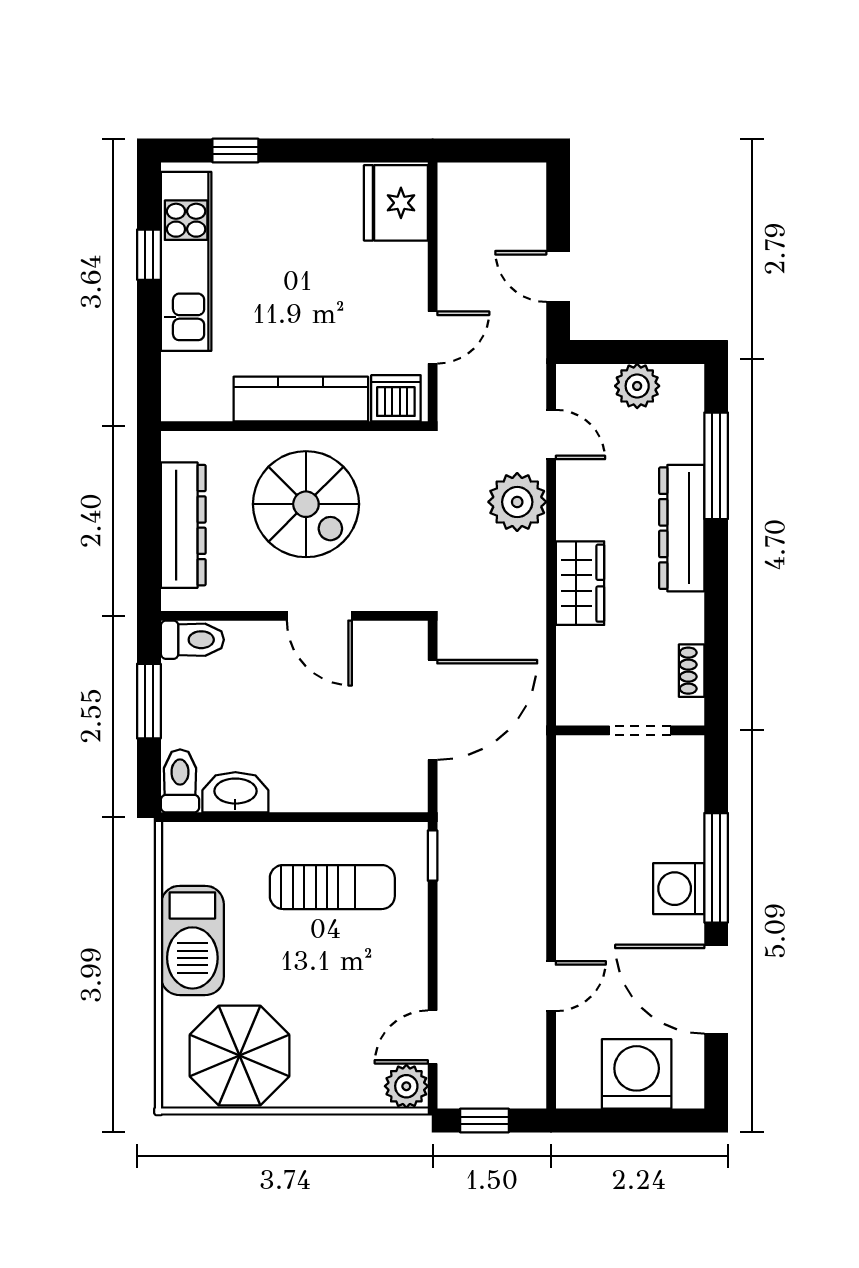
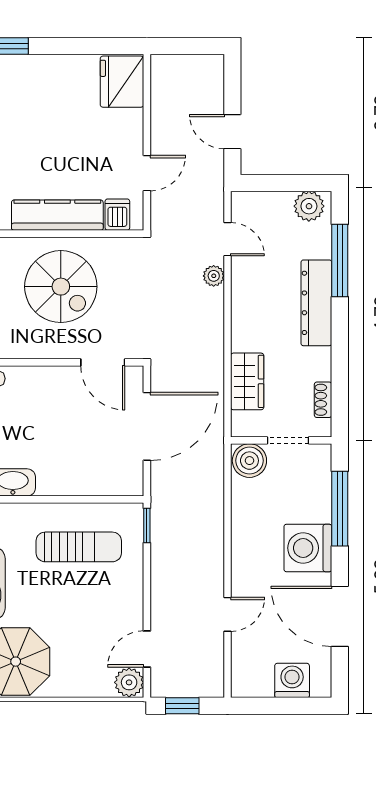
plant: (637, 386) -> (309, 206), moved
dishwasher: (396, 398) -> (117, 215), width x0.73
plant: (517, 502) -> (214, 276), width x0.53, depth x0.53
wardrobe: (580, 583) -> (247, 381), moved
door: (319, 616) -> (103, 362), moved
boiler: (583, 760) -> (249, 461), added
window: (716, 868) -> (340, 509), moved
washing machine: (679, 889) -> (308, 548), width x1.37, depth x1.37
washing machine: (637, 1074) -> (292, 680), width x0.73, depth x0.73

